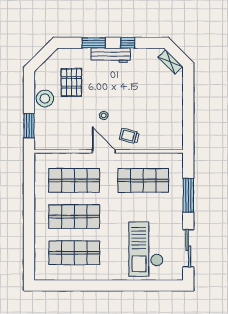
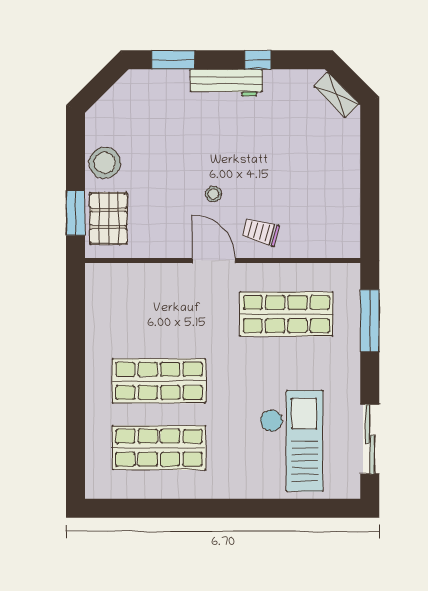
window: (94, 43) -> (173, 60), moved
pallet: (71, 82) -> (109, 218), moved
shop shelf: (74, 180) -> (159, 314), removed
window: (188, 195) -> (370, 321), moved
checkout: (146, 249) -> (291, 441), turned 180

